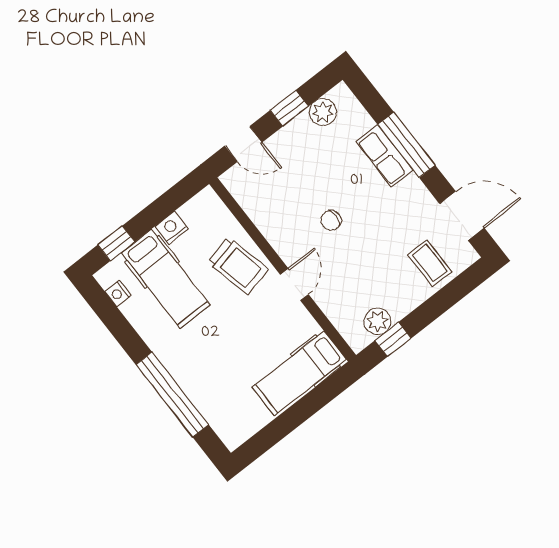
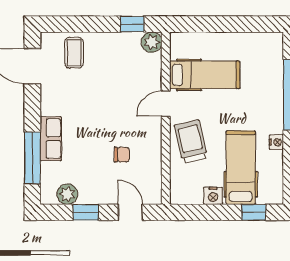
window: (406, 145) -> (32, 158), moved
chair: (331, 220) -> (122, 155), moved
nightstand: (118, 293) -> (276, 142), moved
plant: (378, 321) -> (152, 42), moved
hospital bed: (299, 373) -> (205, 75), moved

